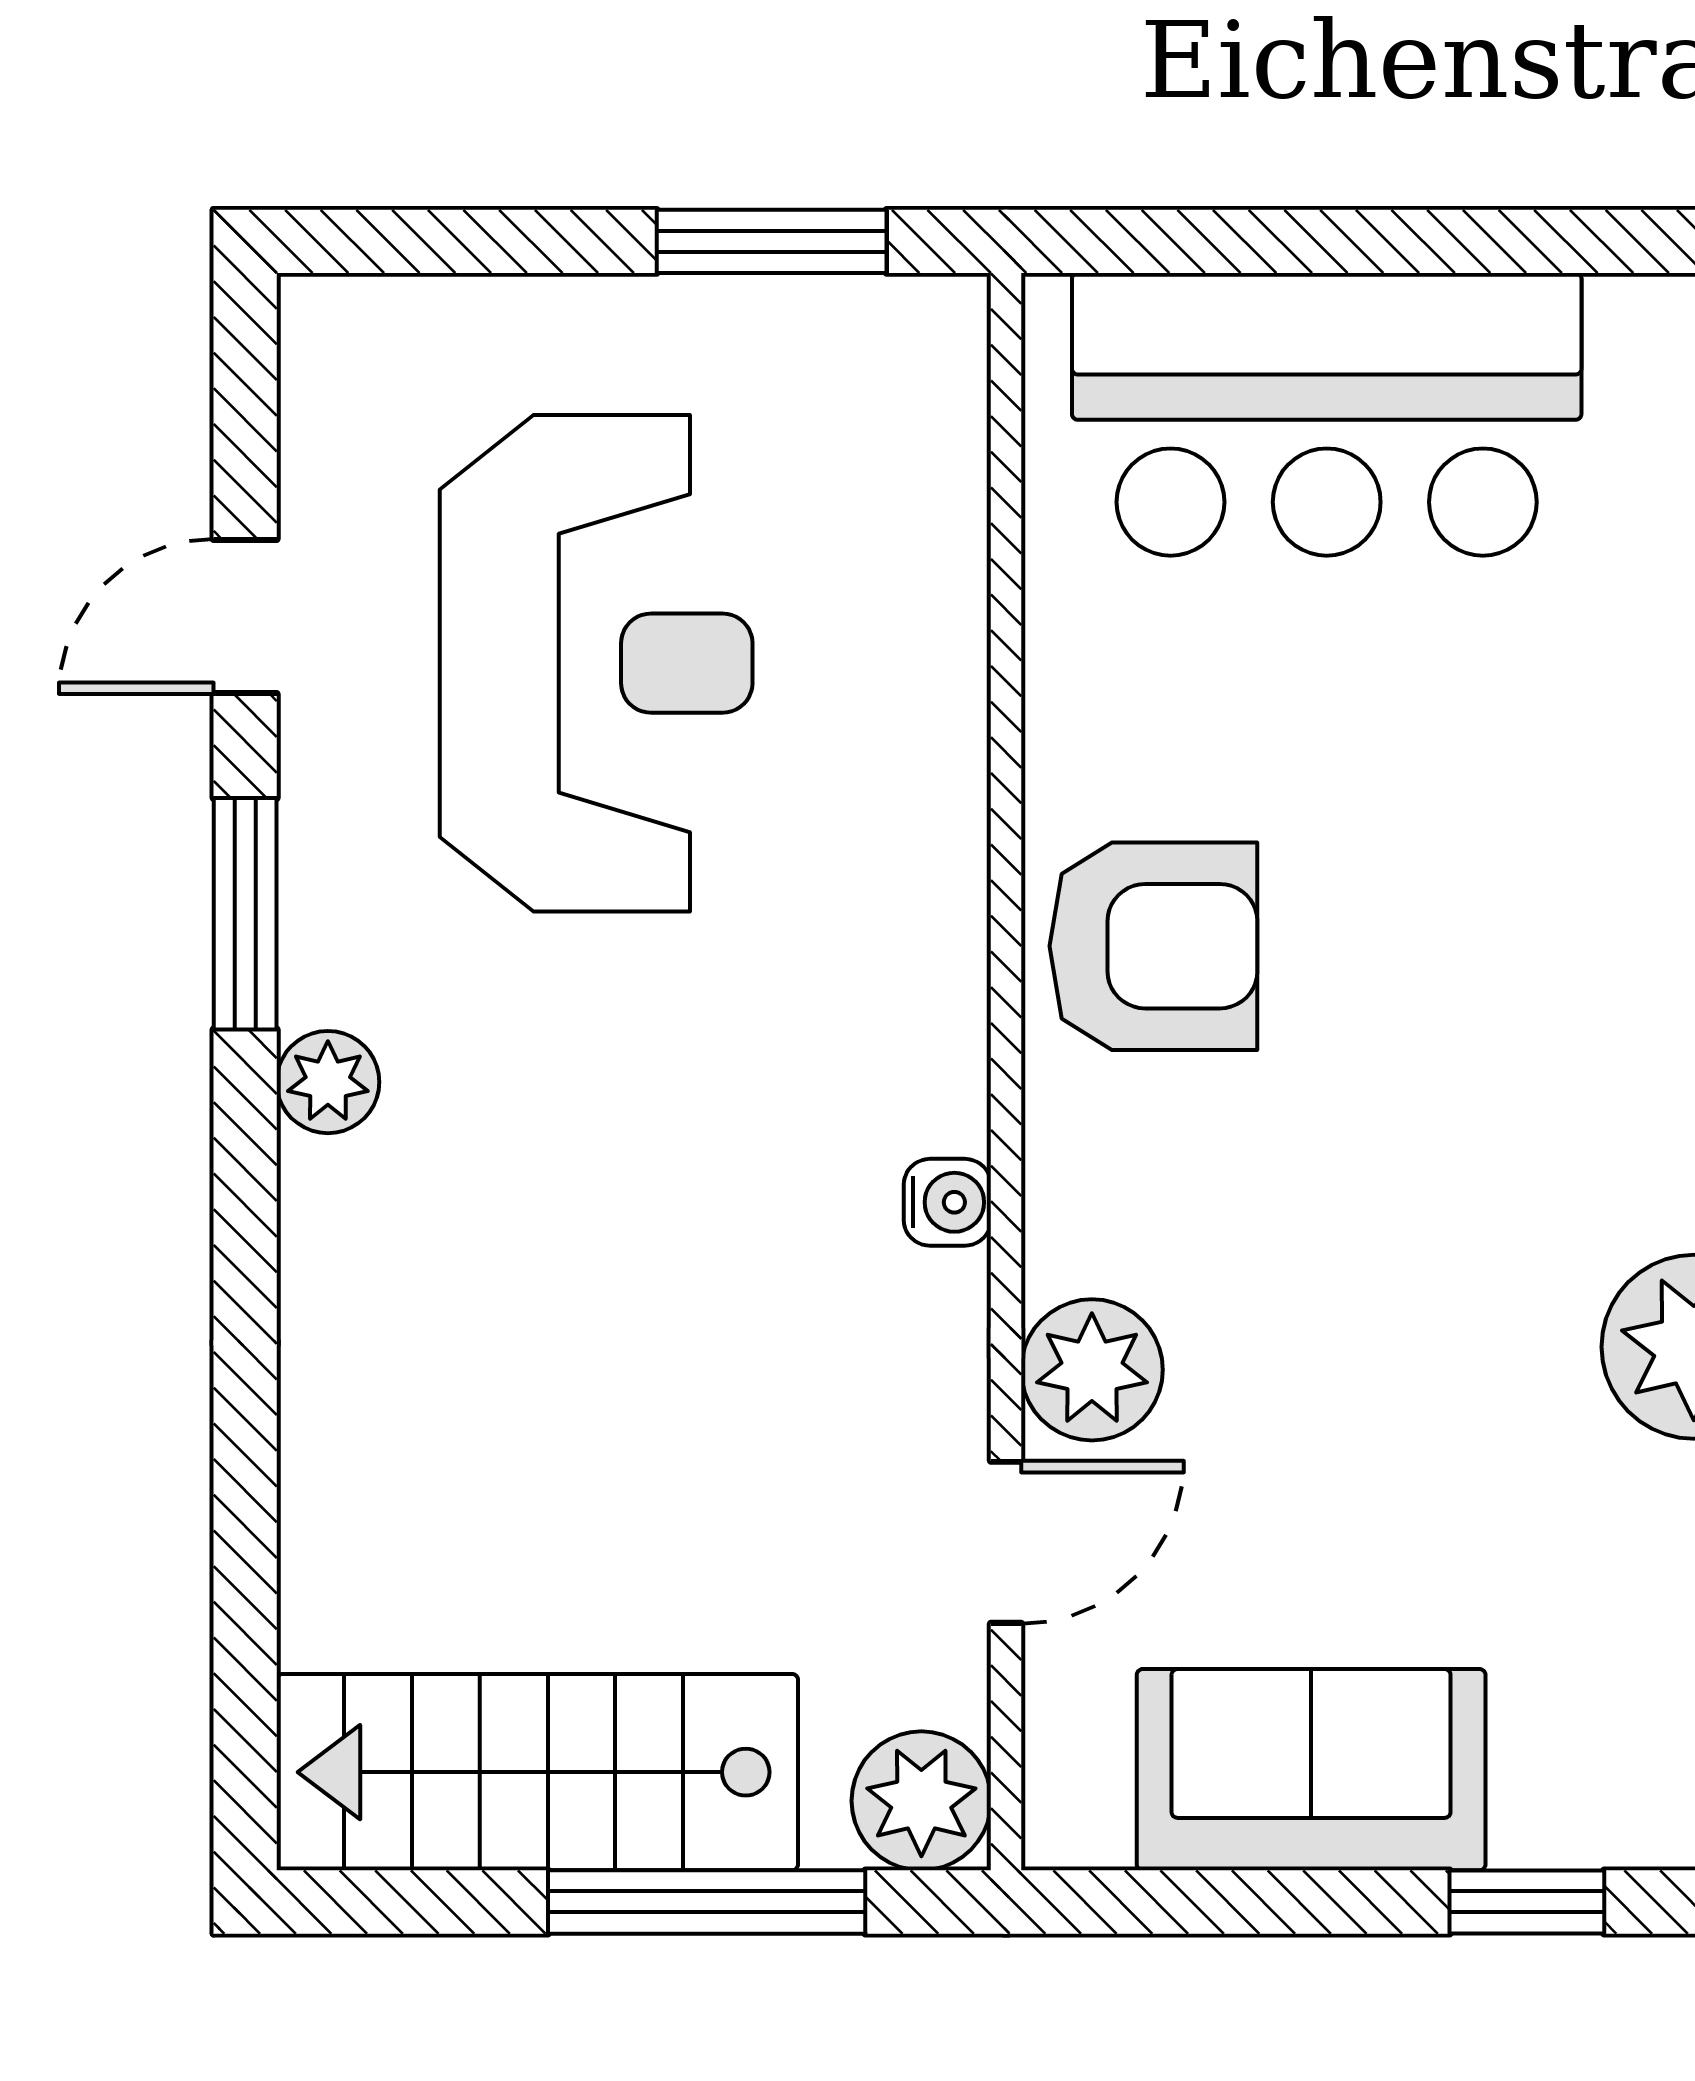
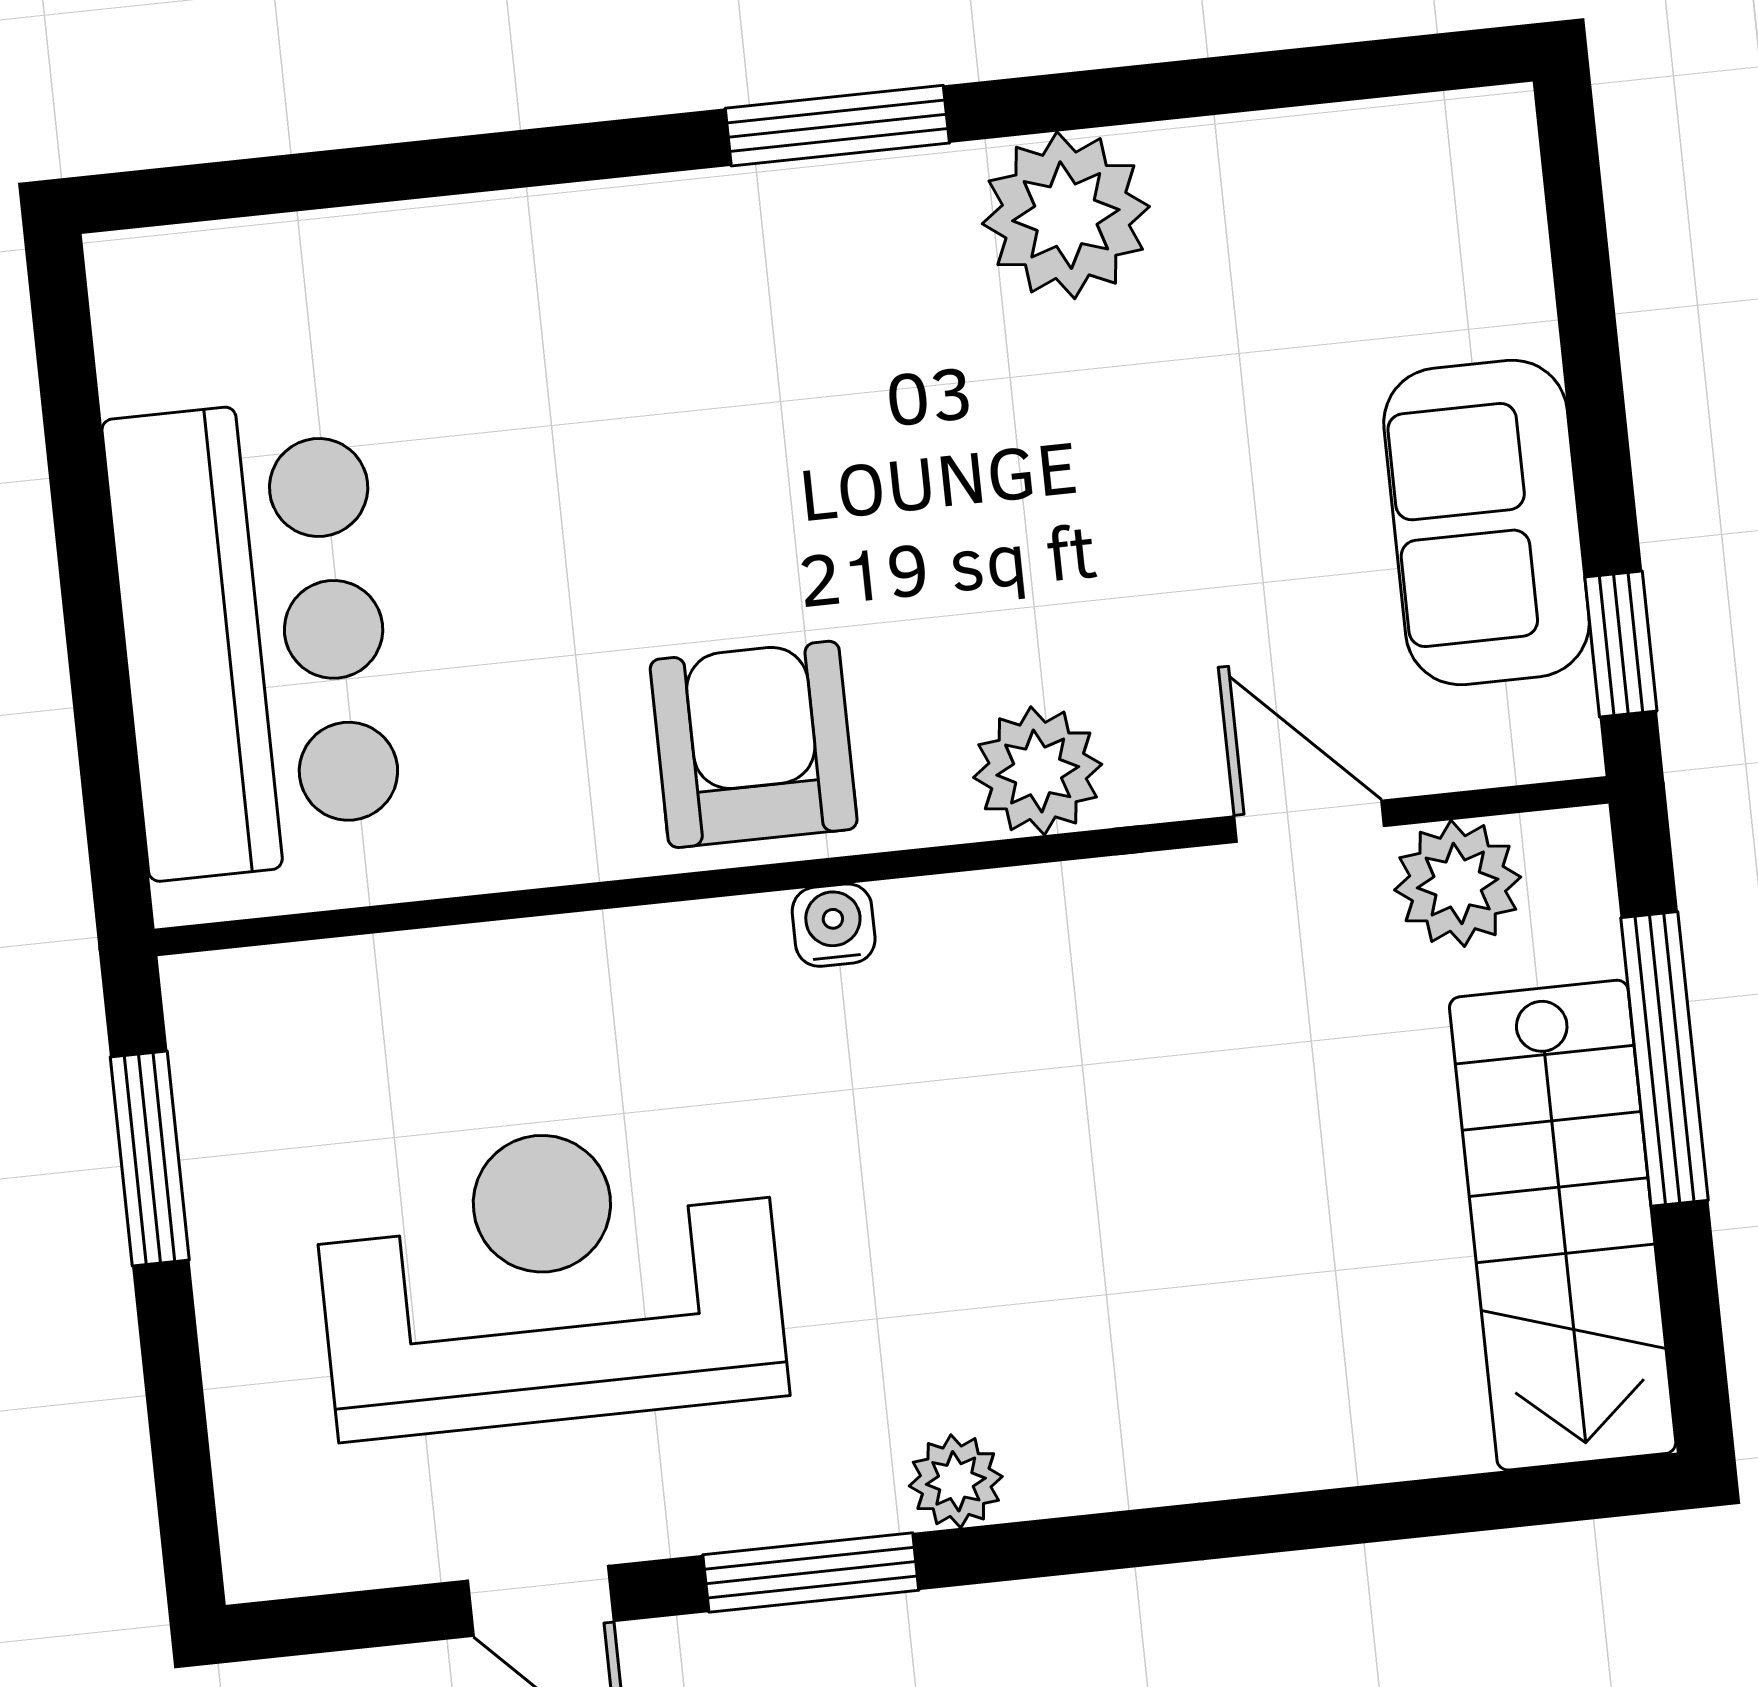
water cooler: (947, 1202) -> (834, 925), moved
plant: (1092, 1370) -> (1038, 771), moved
plant: (921, 1801) -> (1458, 883), moved
window: (1527, 1902) -> (1621, 644), moved

